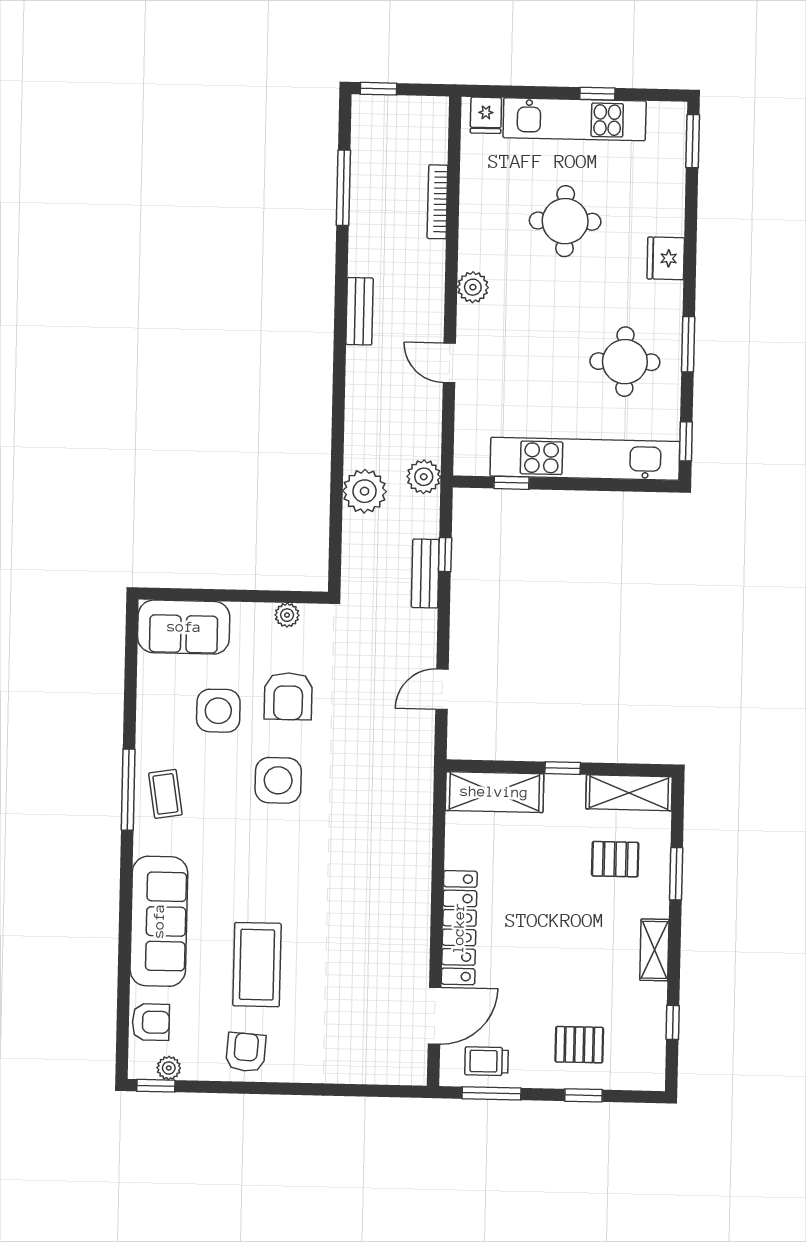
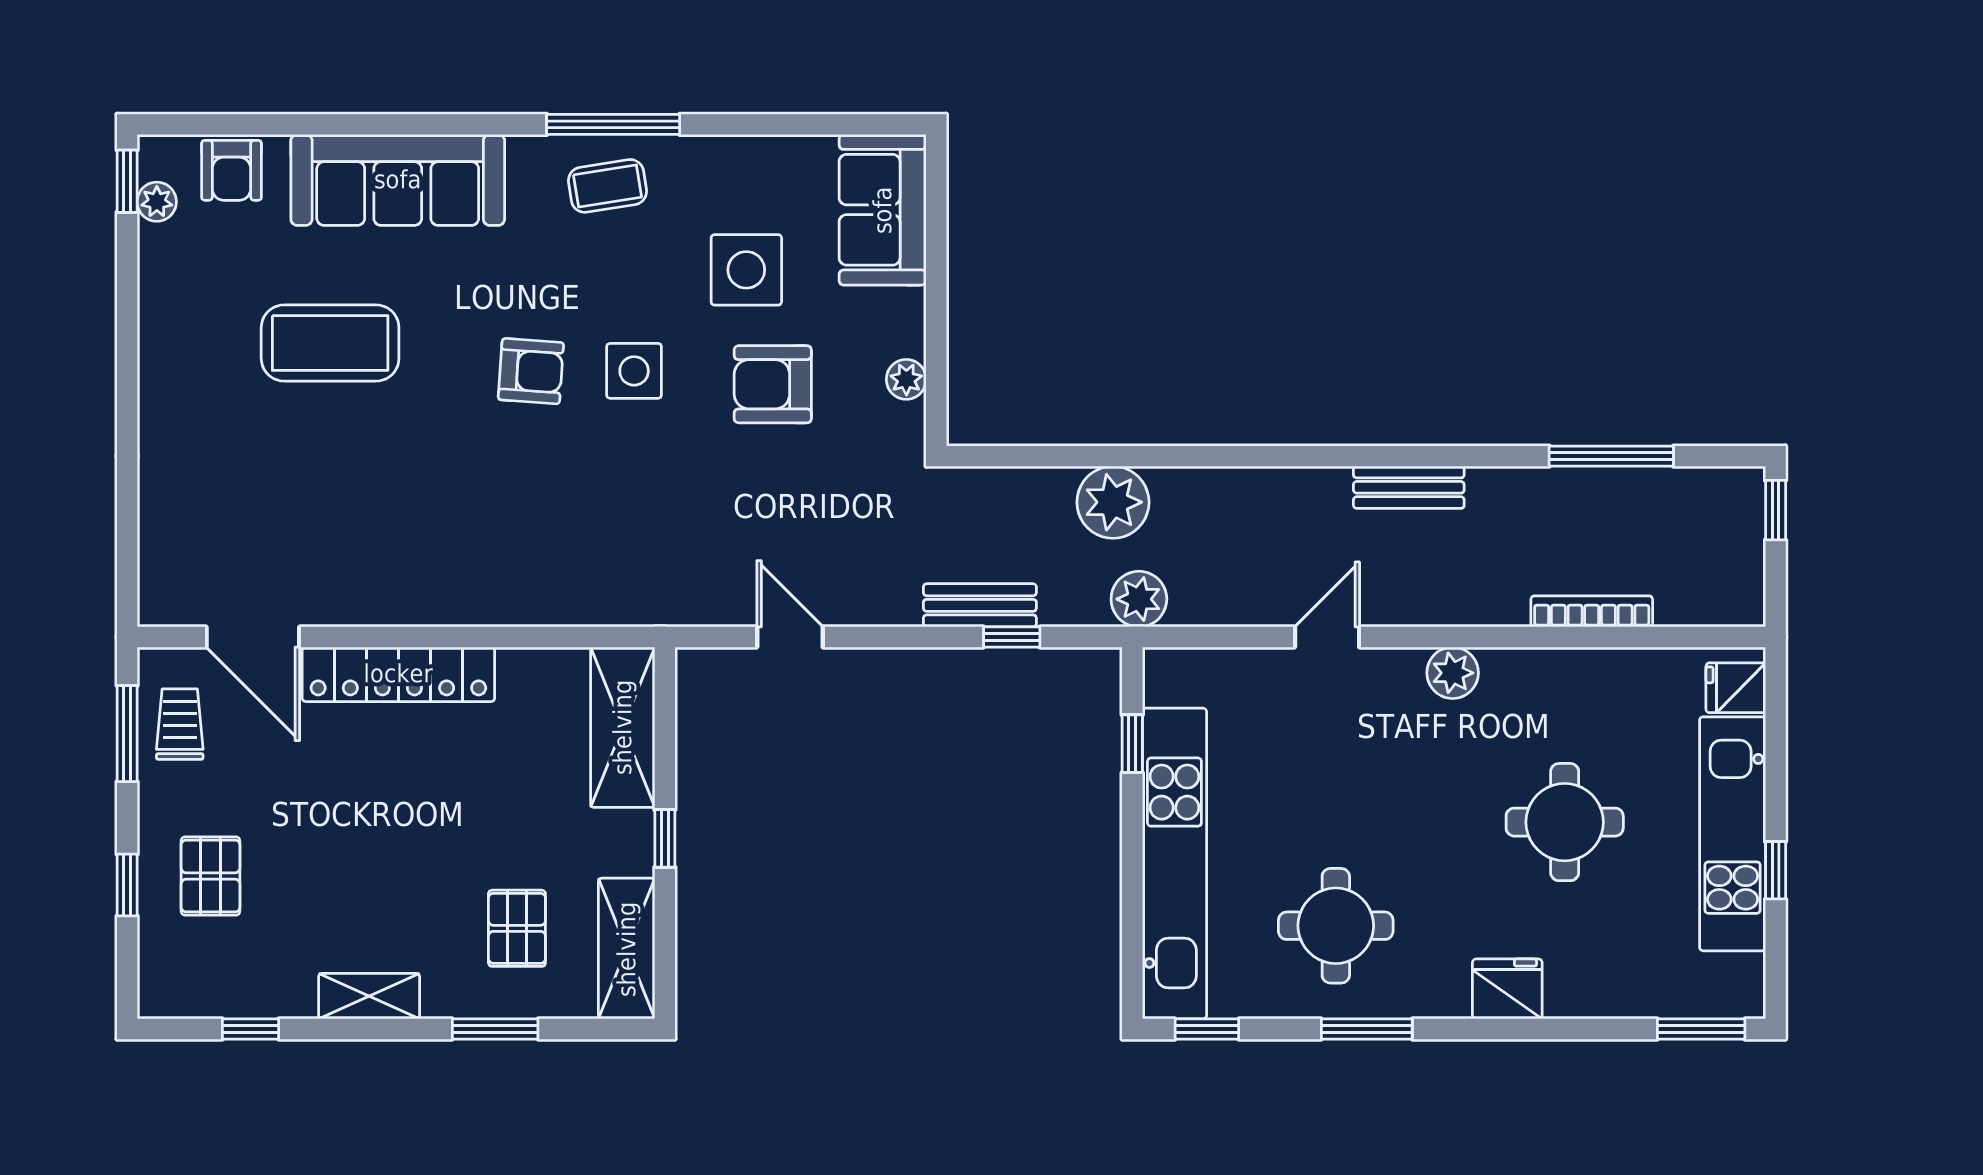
side table: (278, 780) -> (634, 371), width x0.73, depth x0.73
armchair: (246, 1052) -> (531, 371), moved

